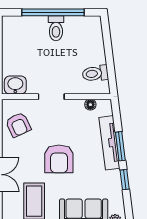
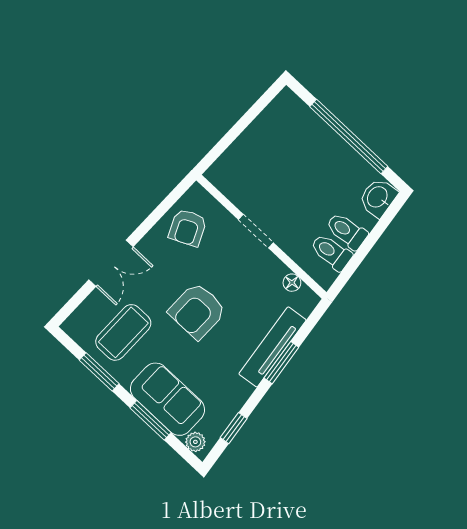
toilet: (56, 28) -> (347, 231), moved, turned 83
washbasin: (15, 85) -> (378, 197), moved, turned -97
window: (125, 180) -> (234, 428), moved

